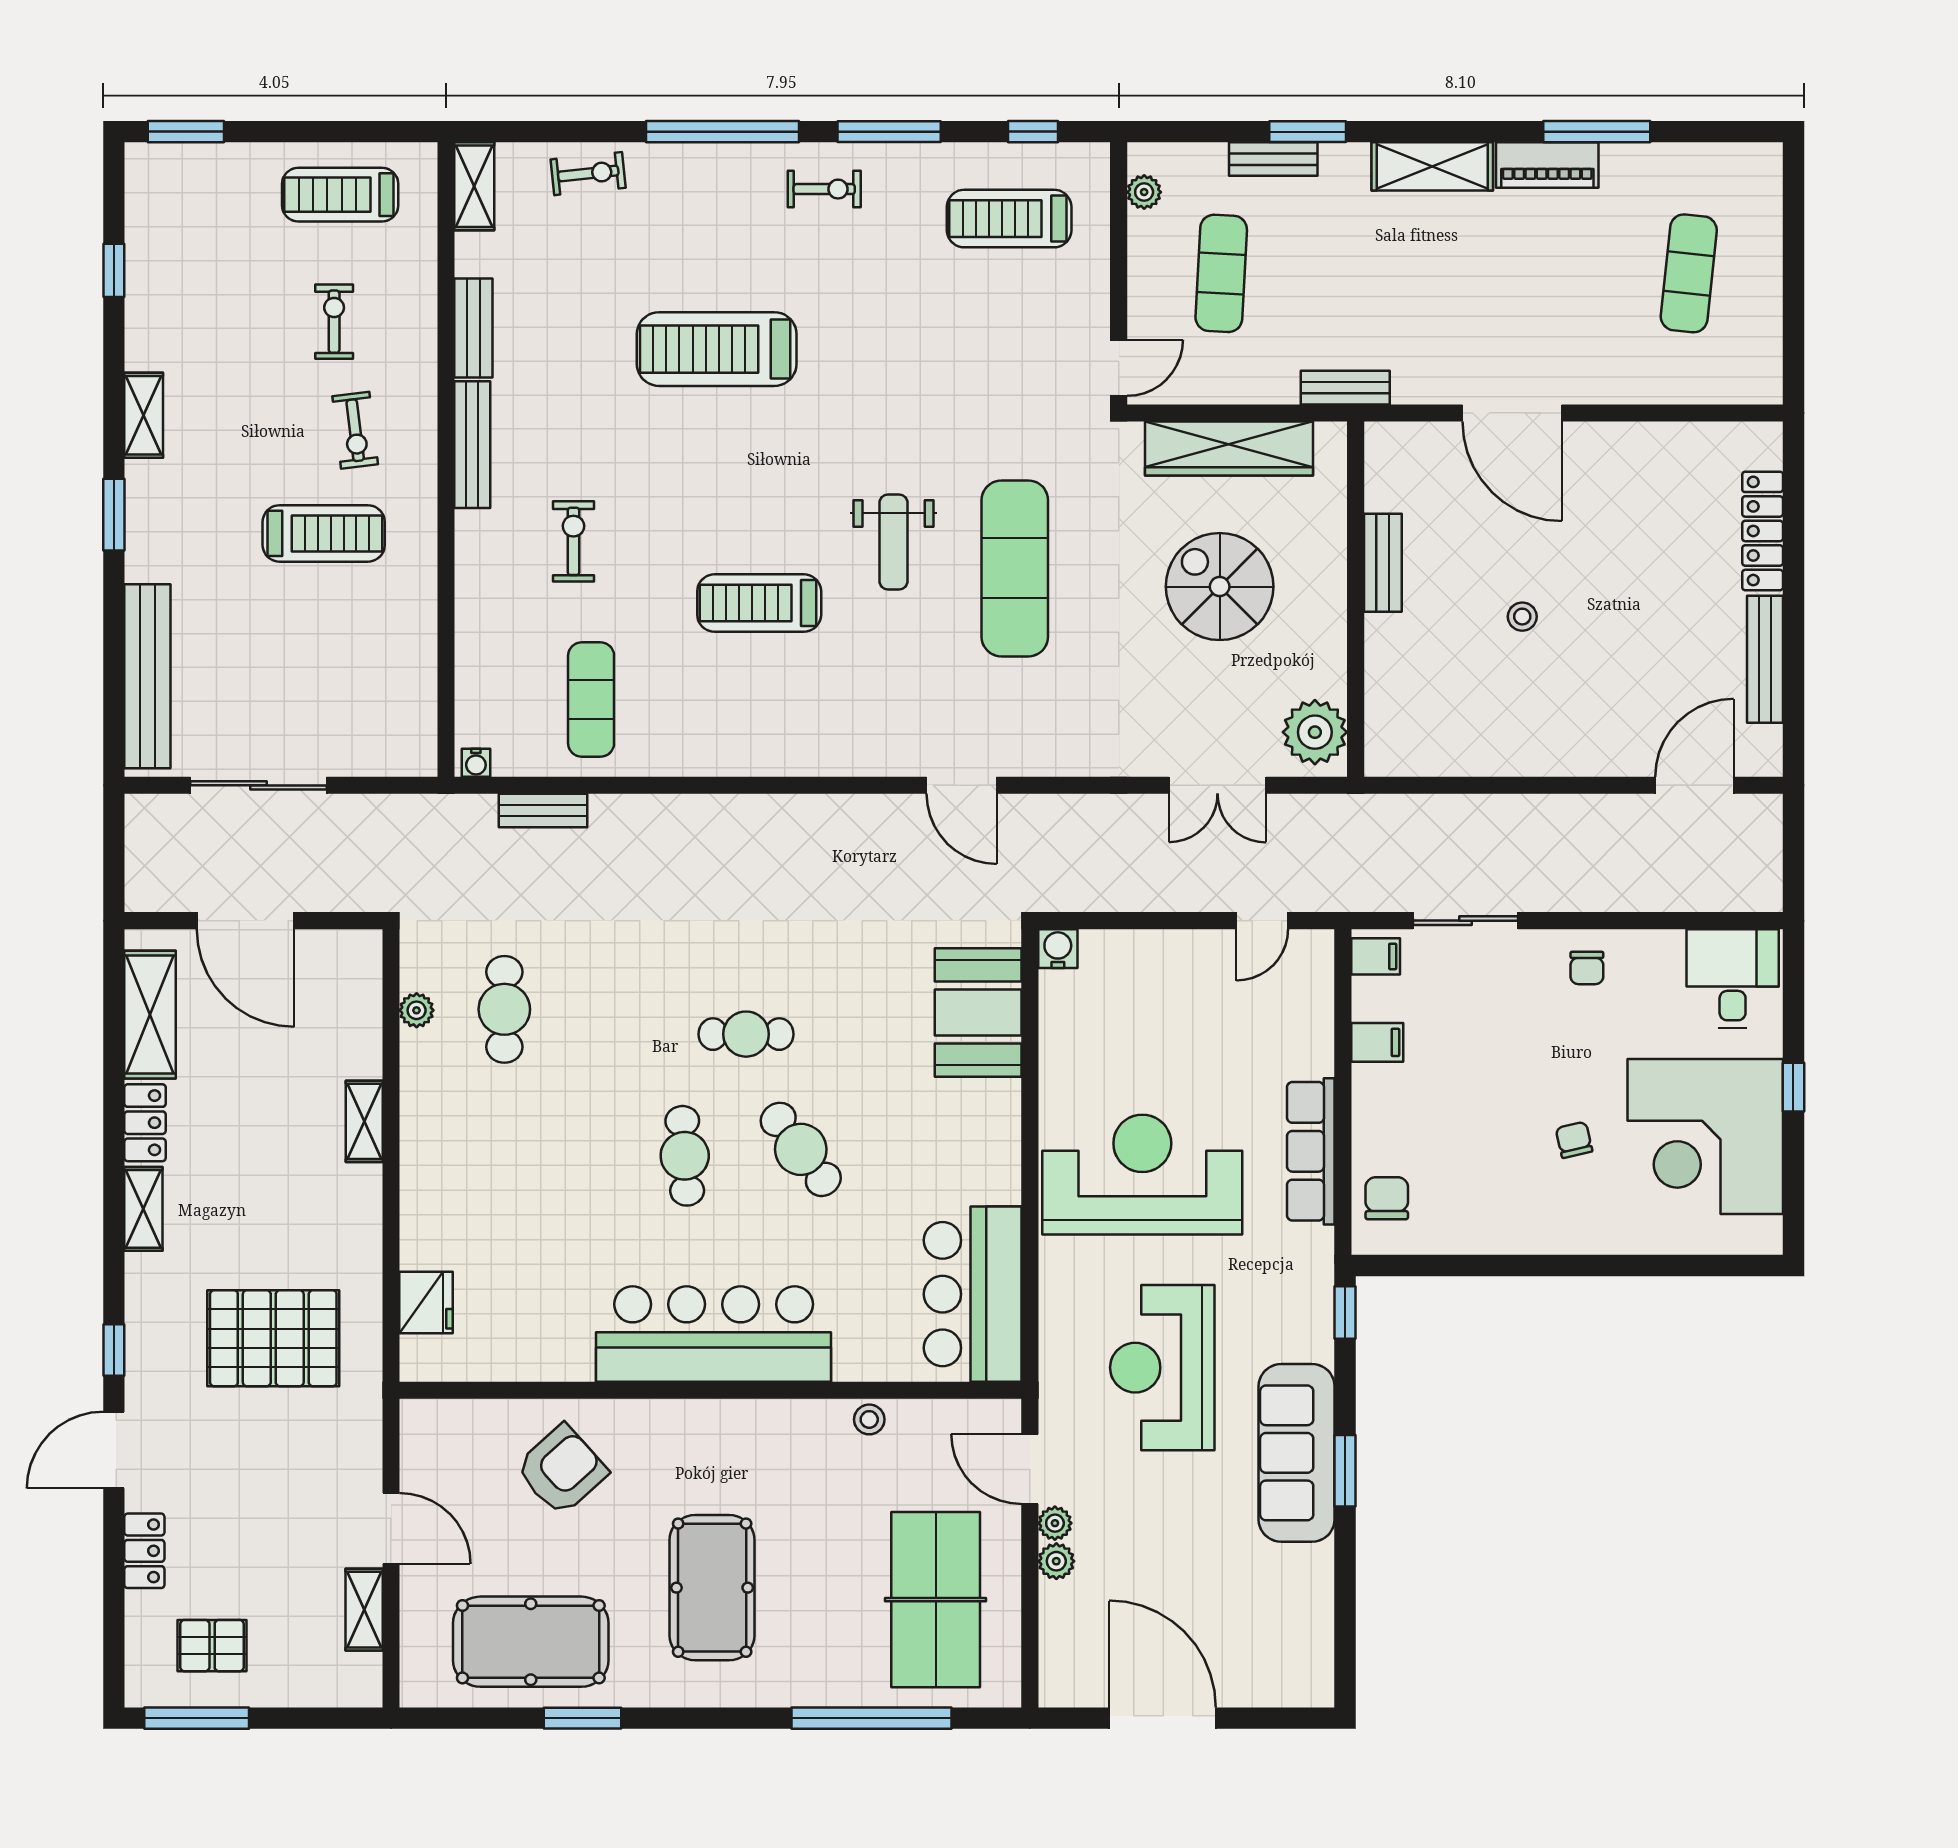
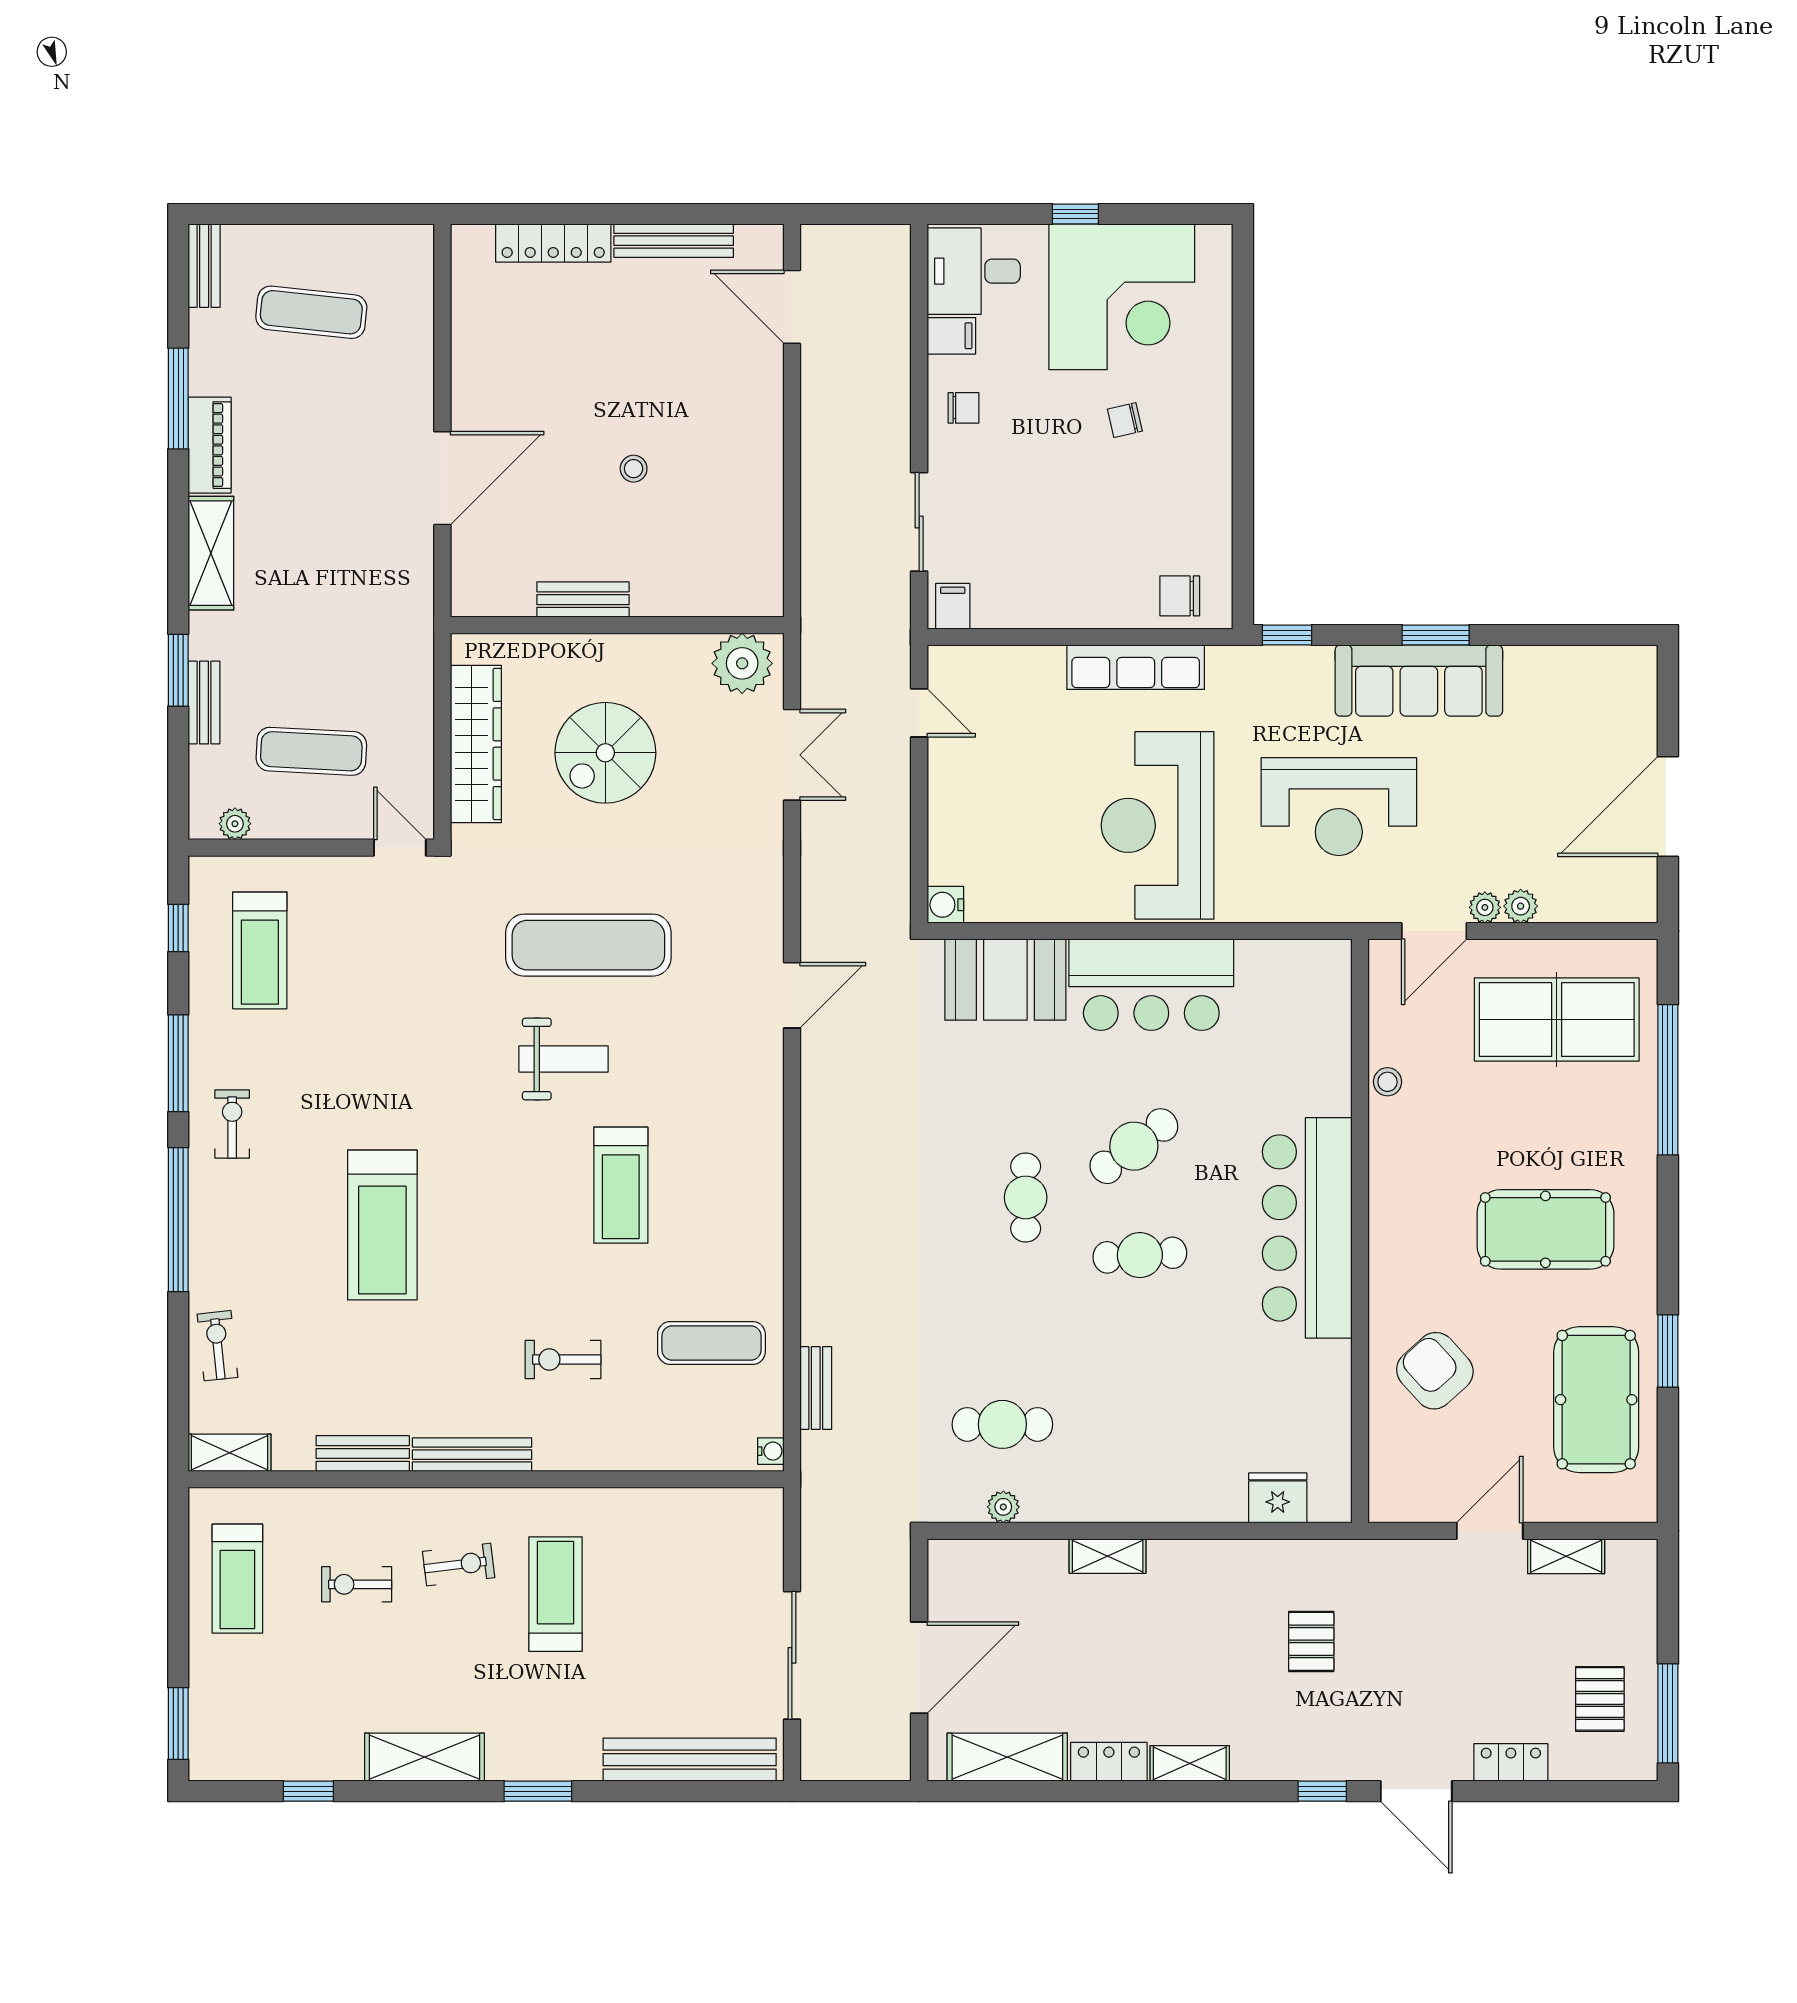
bench: (1345, 388) -> (204, 266), moved
shelving: (144, 415) -> (425, 1757), width x1.50, depth x1.33
filing cabinet: (1377, 1042) -> (951, 336), moved, turned 90
bar counter: (973, 1294) -> (1151, 985), moved
pallet: (273, 1338) -> (1311, 1641), width x0.49, depth x0.50

